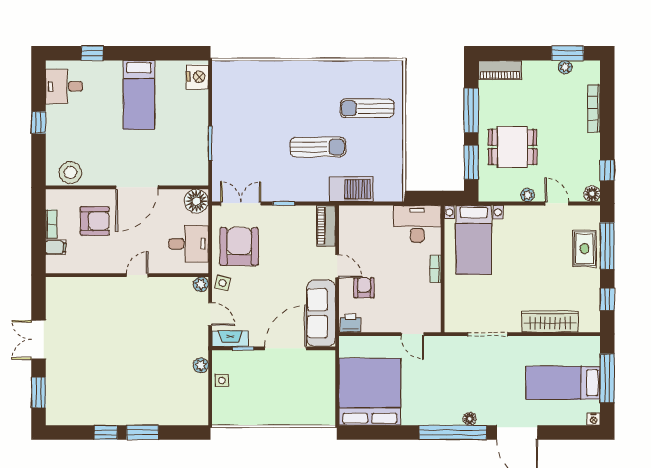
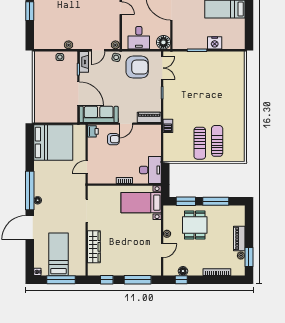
piano: (500, 70) -> (239, 238), moved
nightstand: (198, 77) -> (215, 43), moved
sun lounger: (318, 147) -> (200, 143), moved
barbecue: (351, 189) -> (168, 126), width x0.53, depth x0.65
floor lamp: (592, 194) -> (183, 271), moved
rug: (585, 249) -> (136, 267), removed

